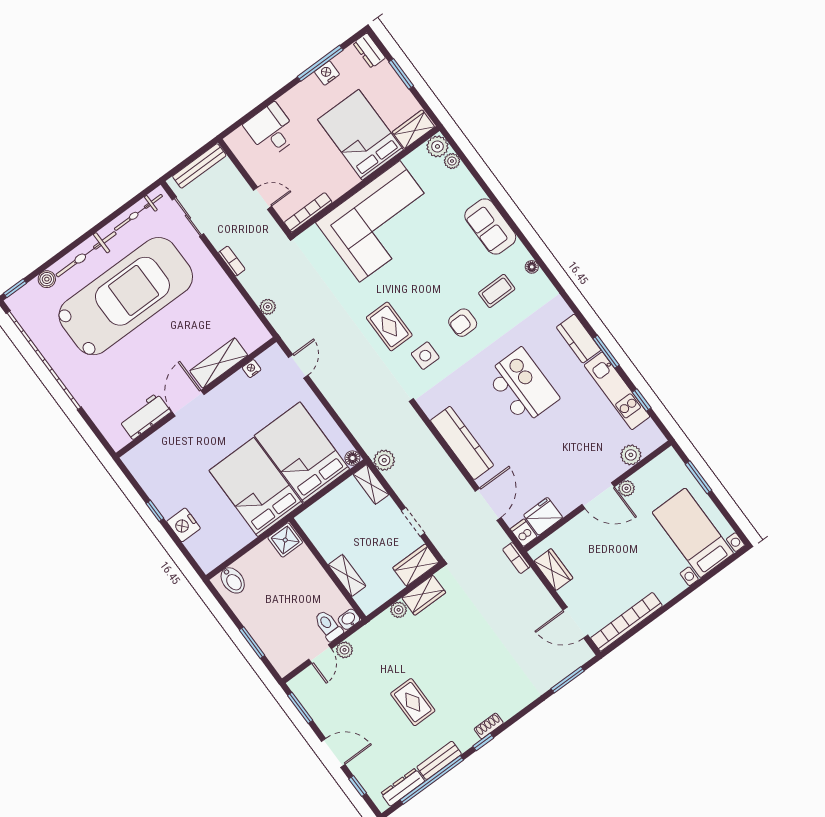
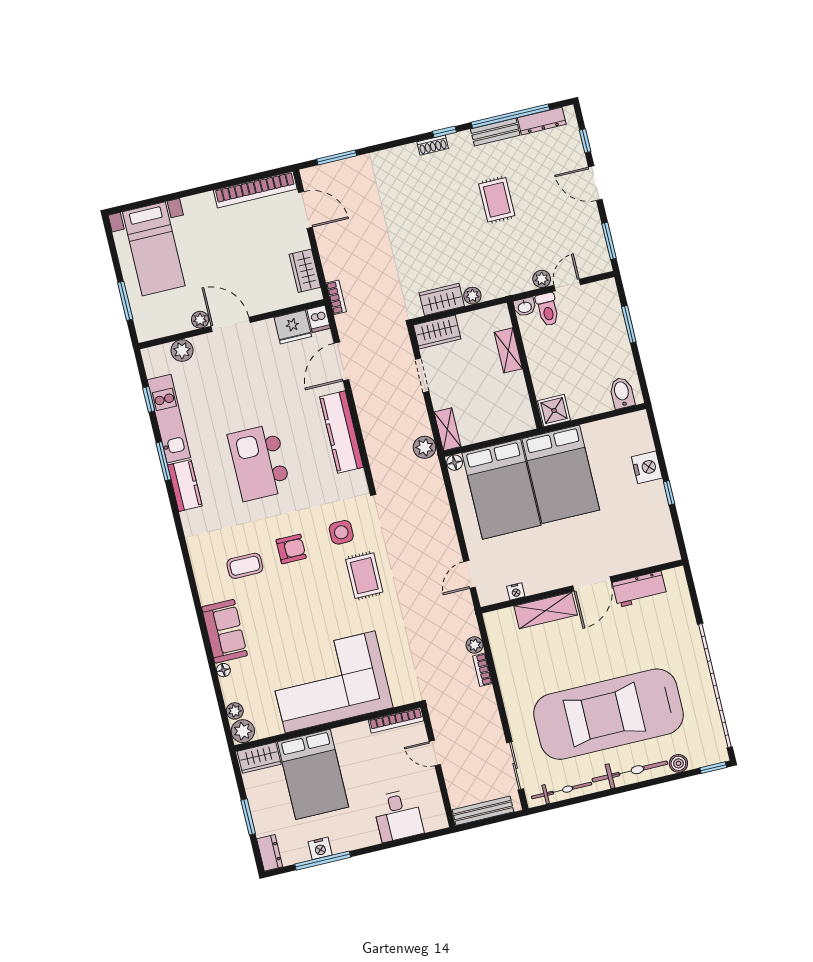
bookcase: (232, 261) -> (482, 670), moved
floor lamp: (532, 267) -> (223, 670), moved

